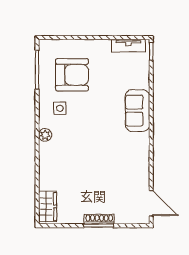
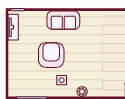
armchair: (72, 75) -> (51, 55), moved

